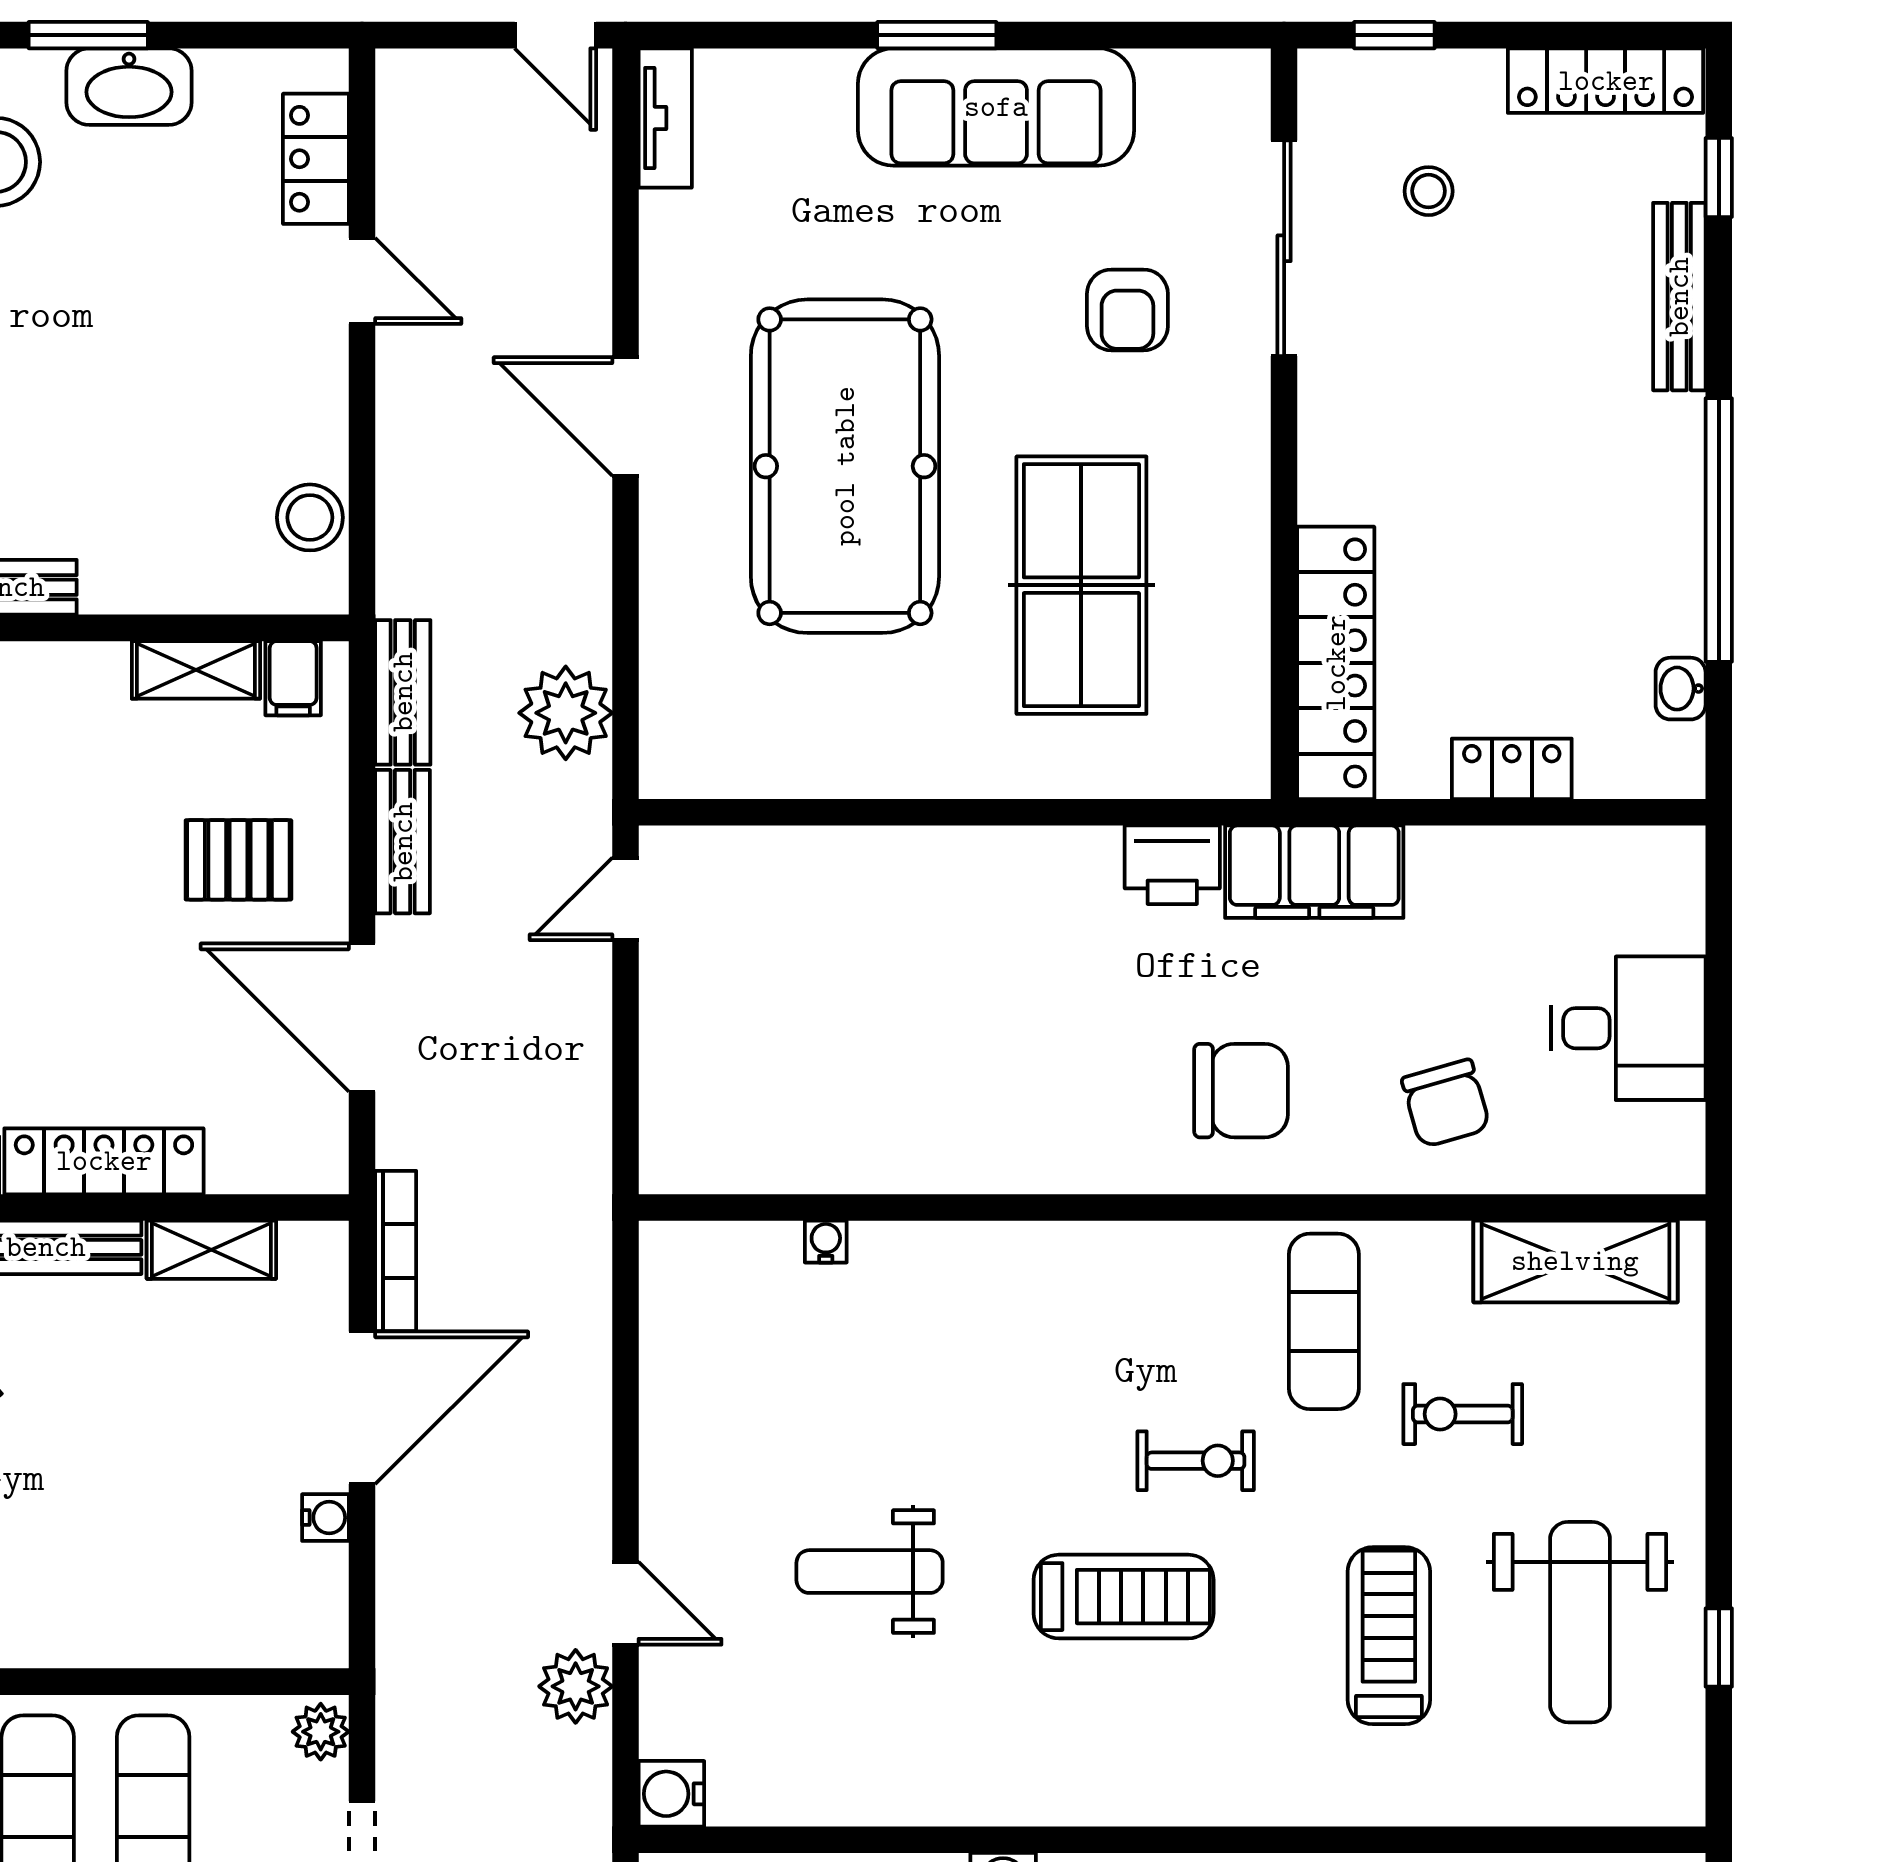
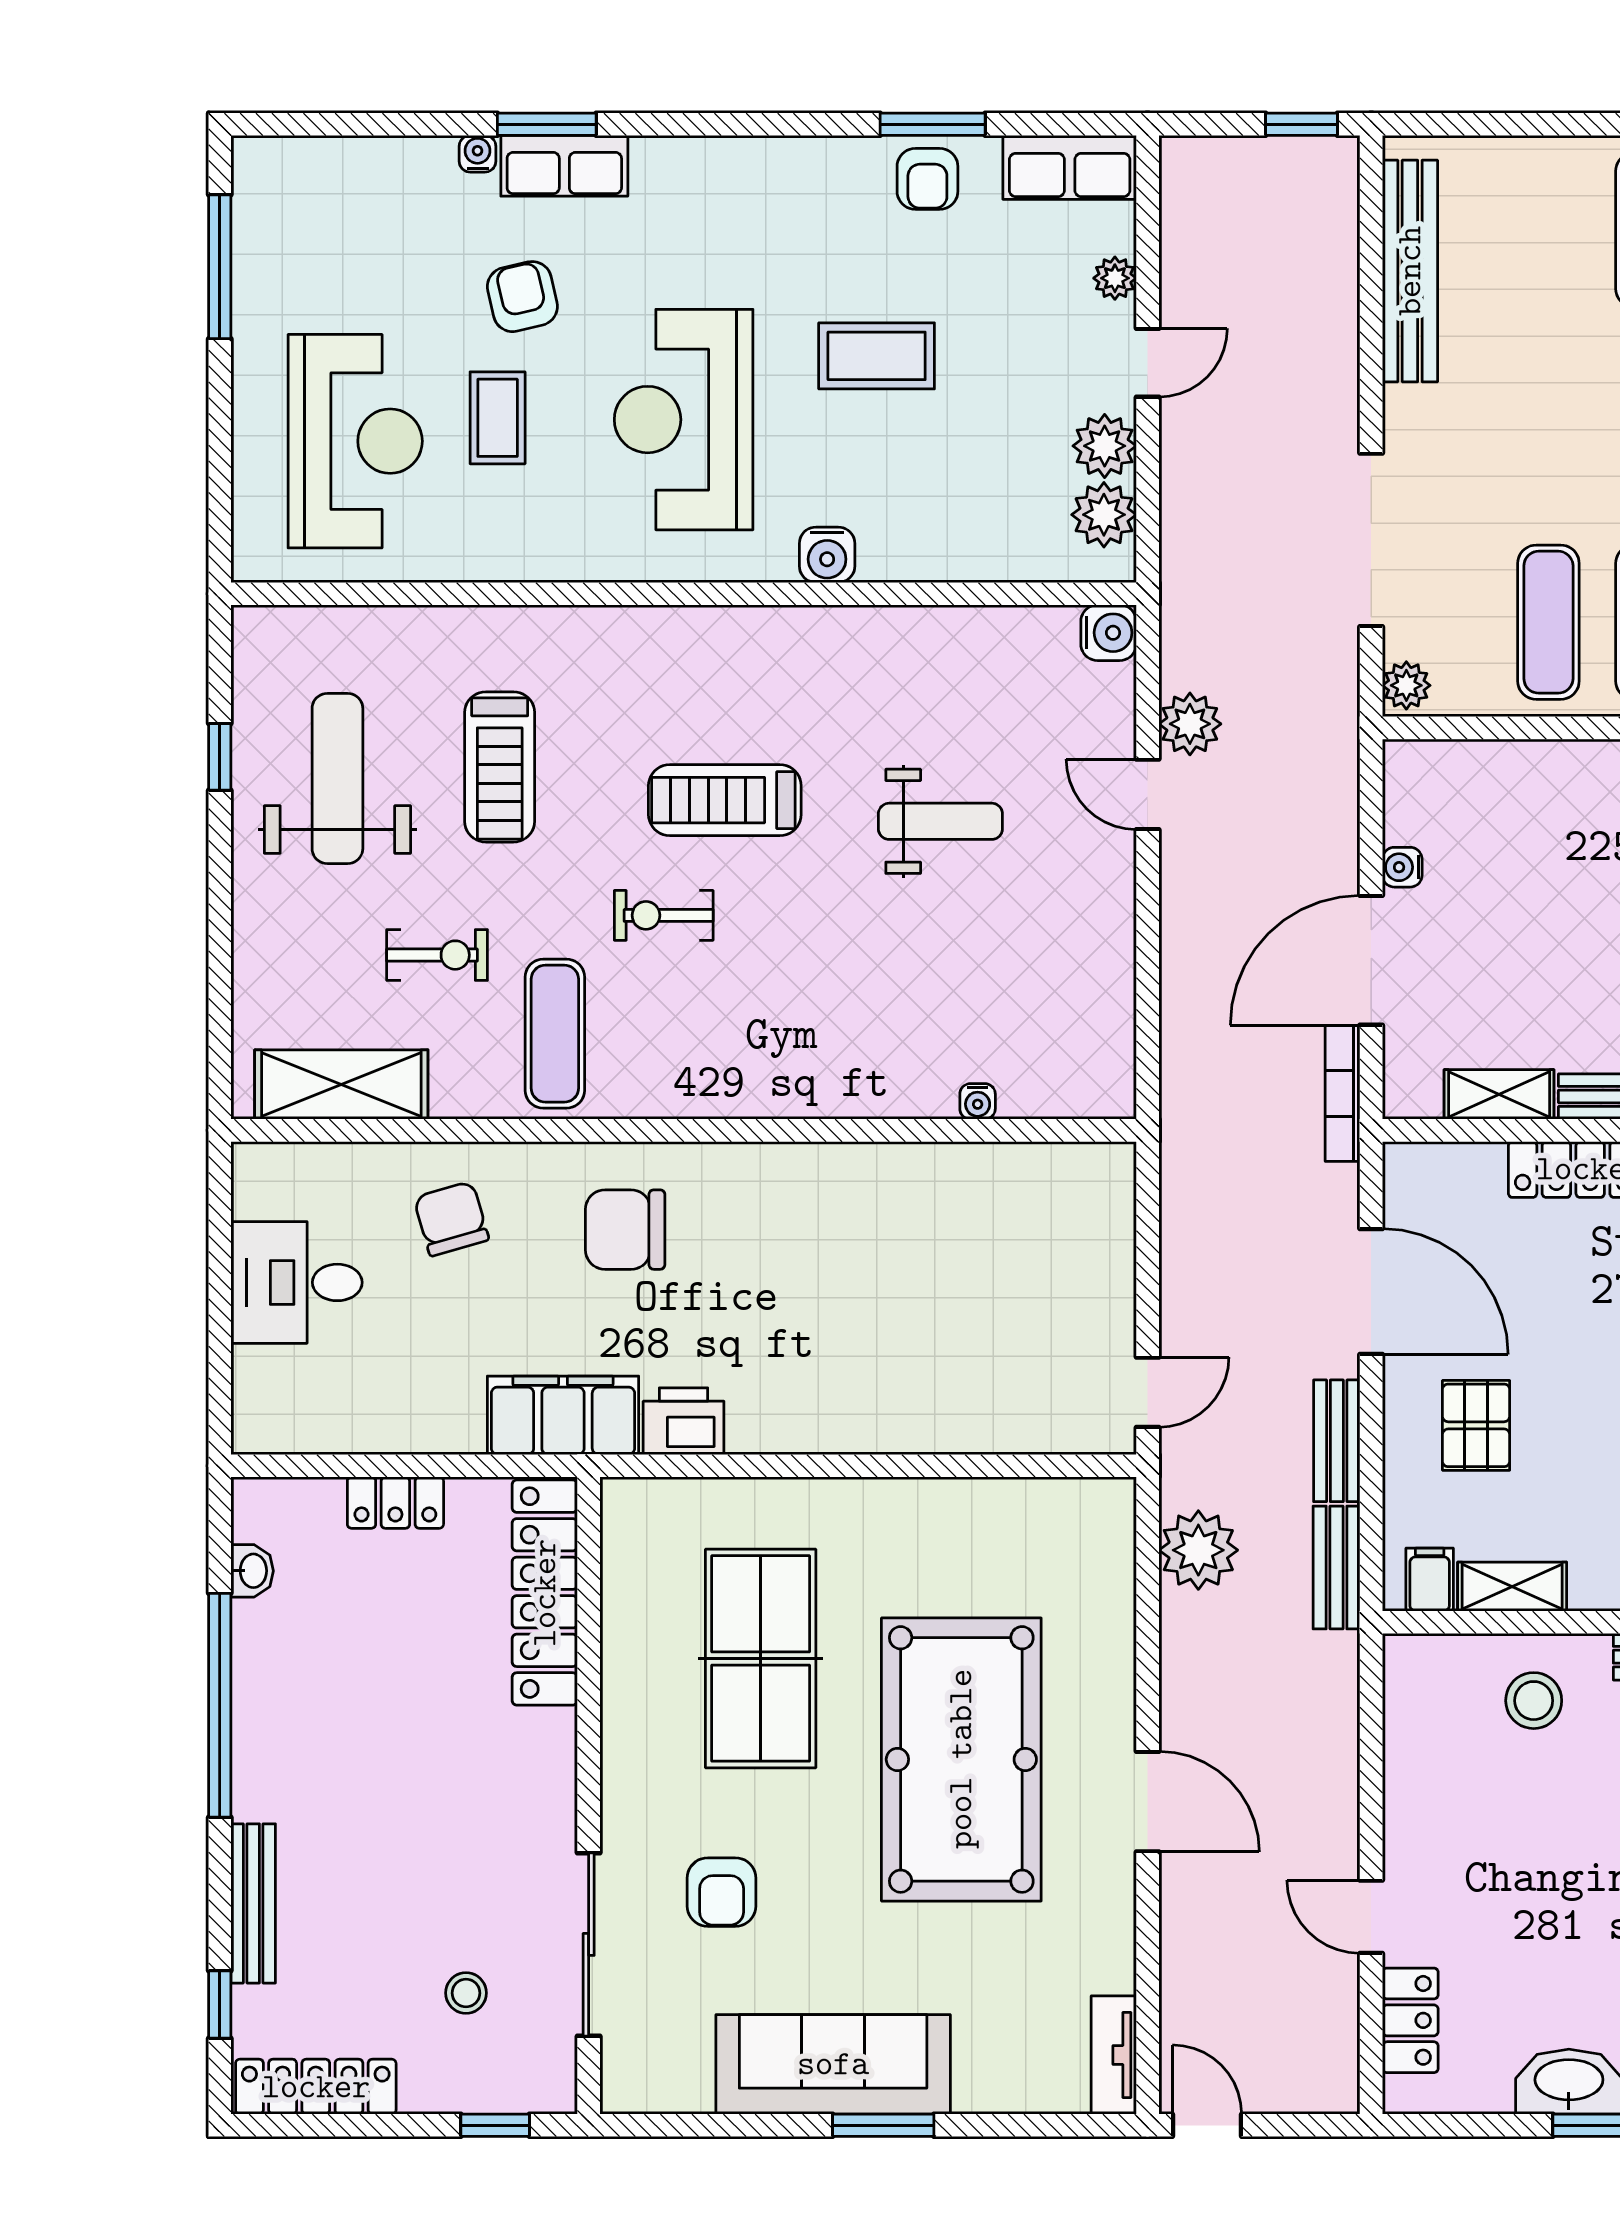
armchair: (1127, 310) -> (722, 1892), turned 180
stool: (310, 517) -> (1534, 1701), moved
pallet: (238, 860) -> (1476, 1425), turned 90

